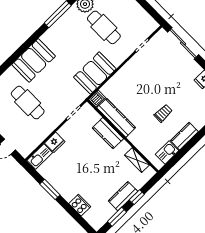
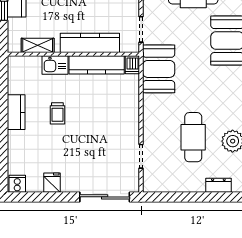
cafe table: (104, 27) -> (193, 137), turned 90
booth: (95, 73) -> (159, 69), moved
kitchen counter: (108, 133) -> (90, 43), width x1.50
kitchen sink: (167, 153) -> (55, 65), moved, turned 90

